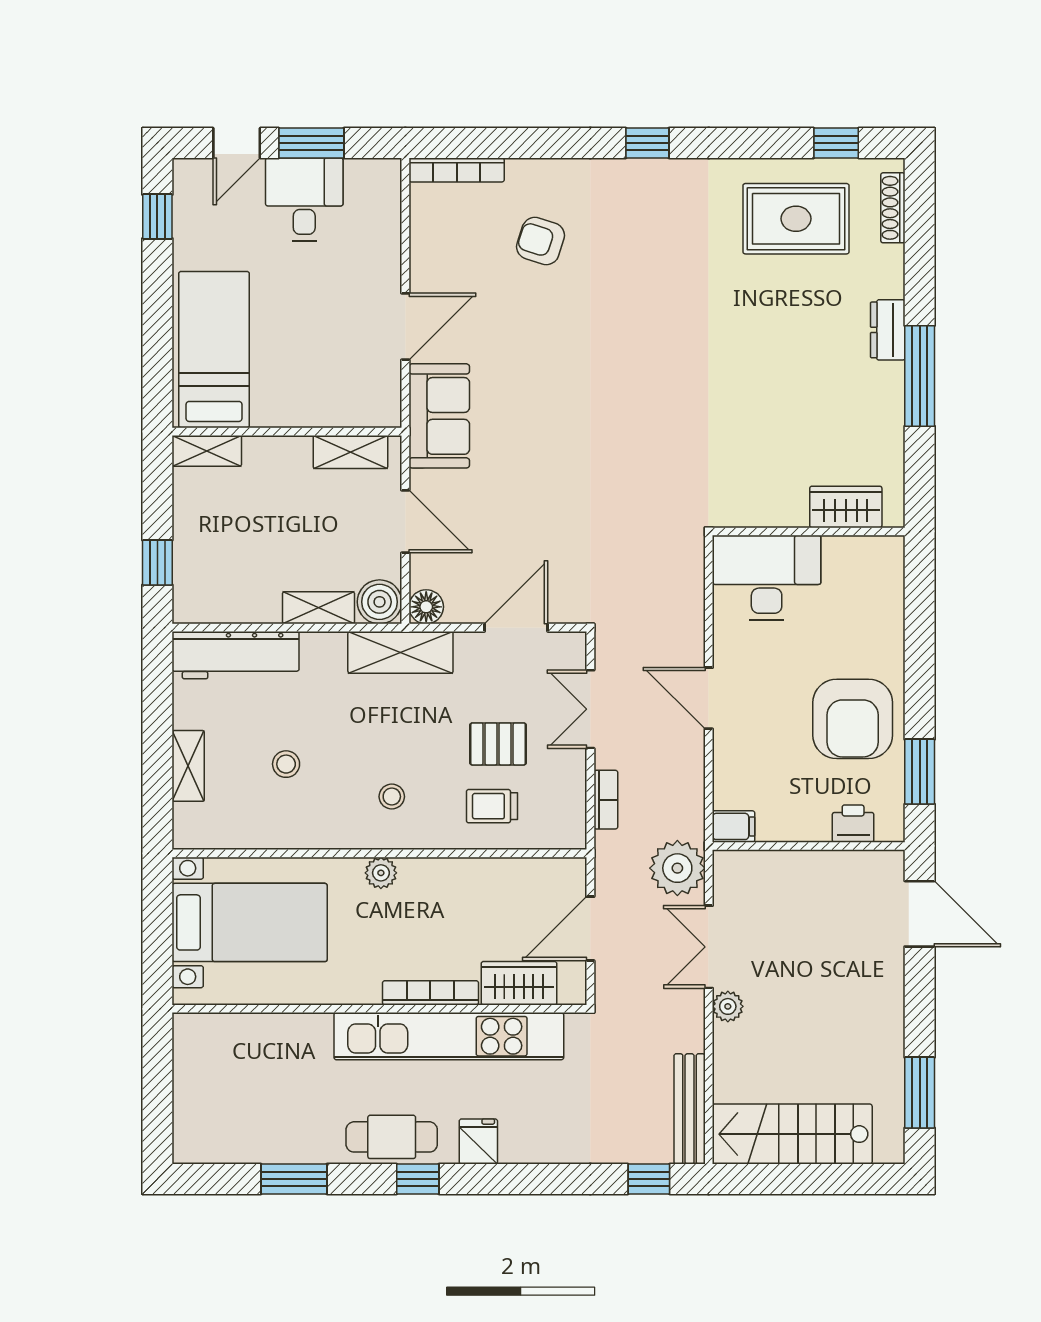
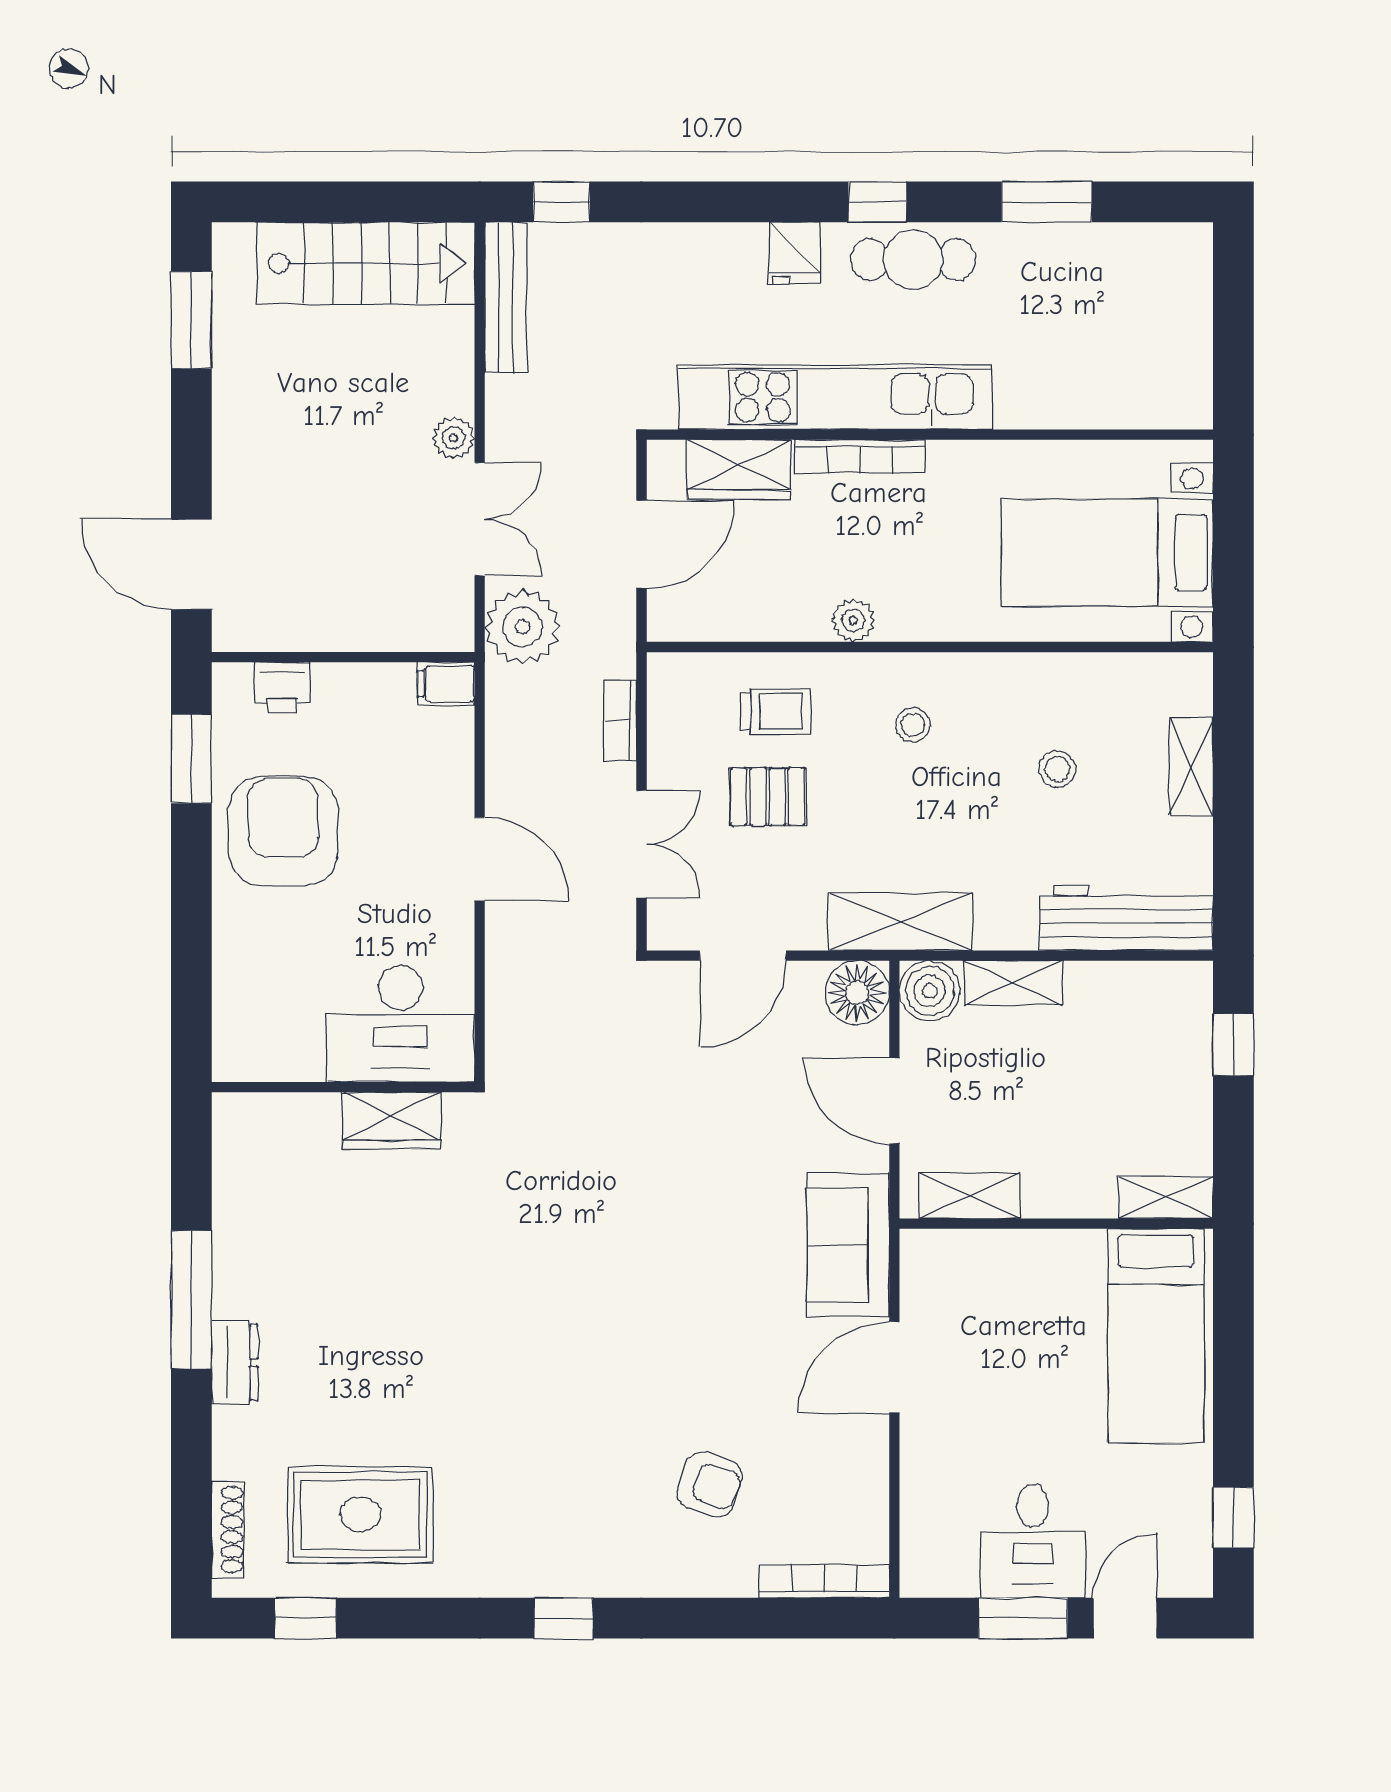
wardrobe: (846, 507) -> (391, 1121), moved
floor lamp: (426, 607) -> (857, 993), width x1.38, depth x1.38
plant: (381, 873) -> (853, 620), moved

